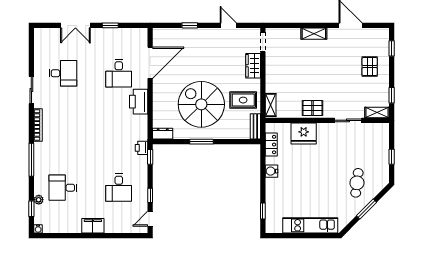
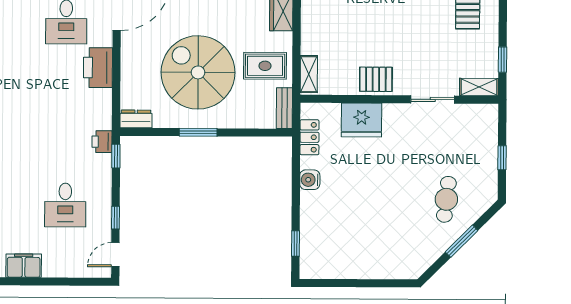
kitchen unit: (310, 225) -> (371, 267), removed

